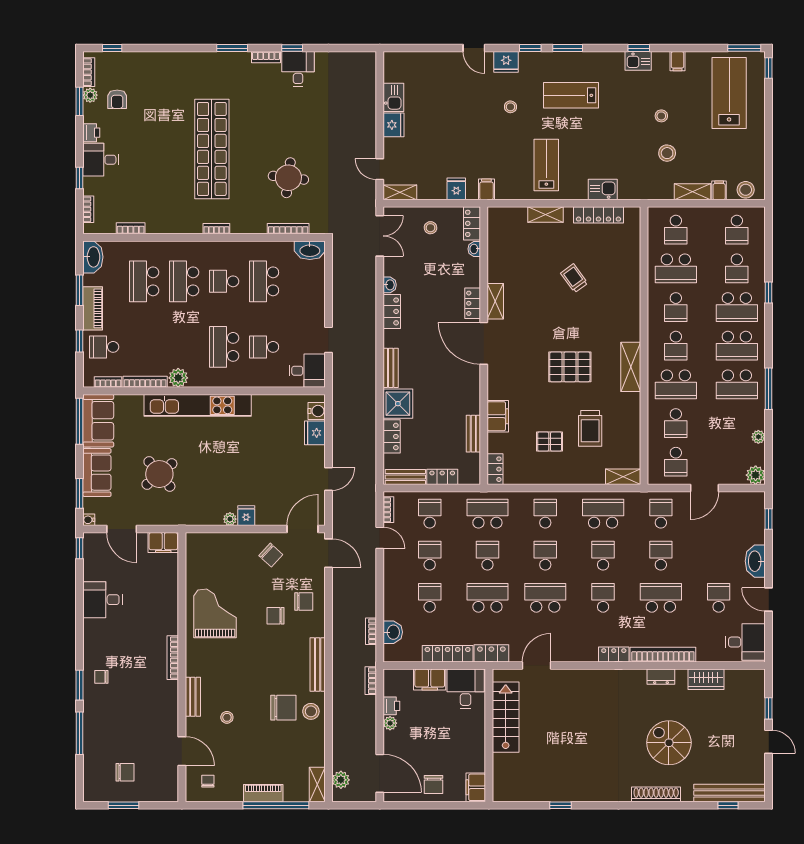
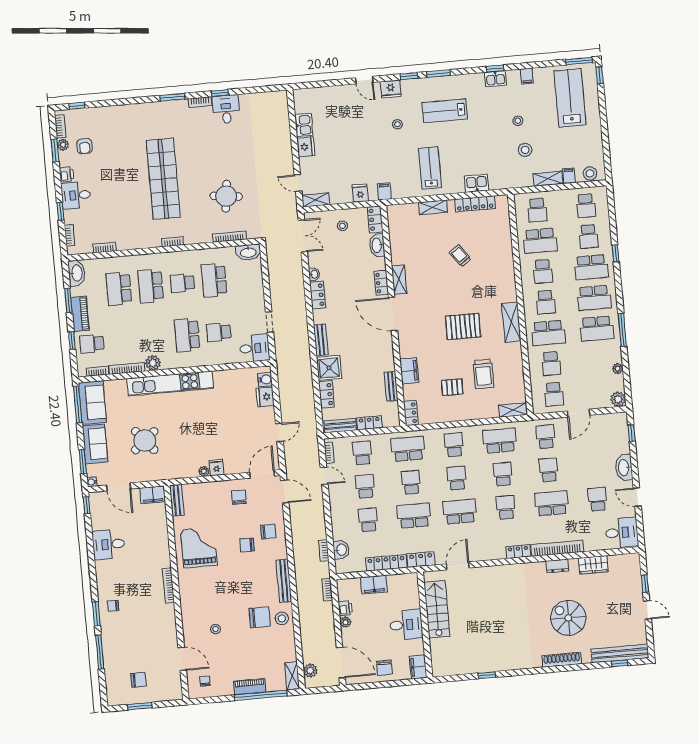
washbasin: (474, 249) -> (377, 245), width x1.91, depth x1.45
chair: (271, 555) -> (239, 497), turned -133
desk: (466, 689) -> (406, 625), moved, turned 90
bench: (193, 697) -> (177, 500), moved

